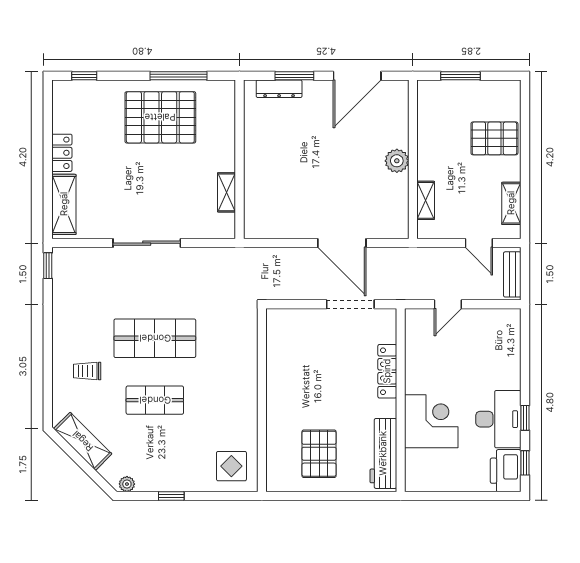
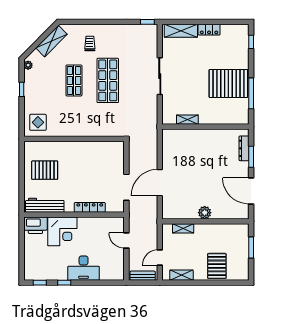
pallet: (160, 117) -> (228, 83), turned 90
desk: (498, 419) -> (84, 268), moved
printer: (506, 471) -> (35, 225), moved, turned 180

